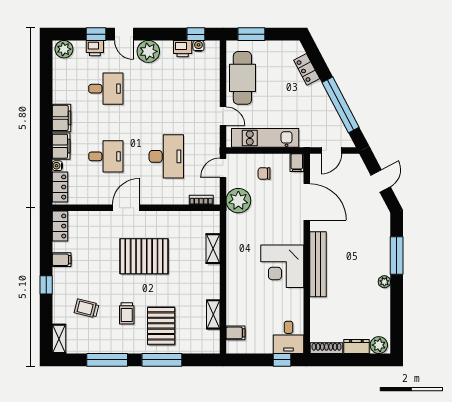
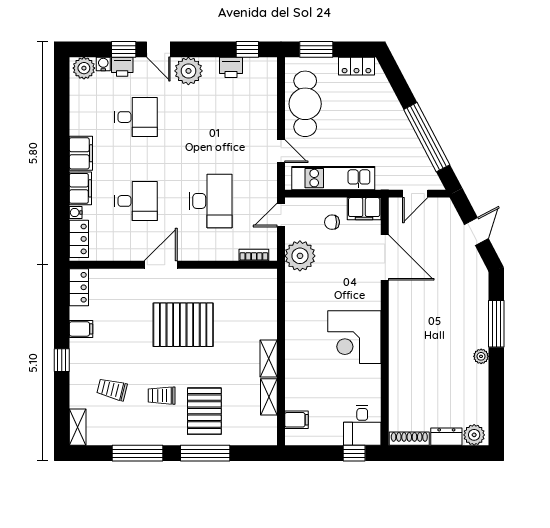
water cooler: (198, 46) -> (103, 64), moved
locker: (307, 69) -> (356, 66), moved, turned -62
filing cabinet: (297, 163) -> (364, 209), width x2.00
shelving: (213, 249) -> (269, 358), moved
bench: (318, 264) -> (399, 335), removed
trolley: (127, 313) -> (162, 396), turned 90

